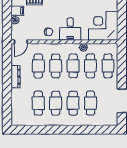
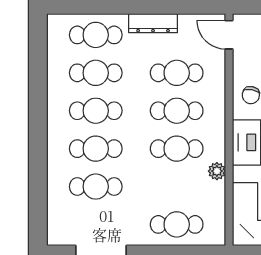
cafe table: (91, 66) -> (96, 35), moved

